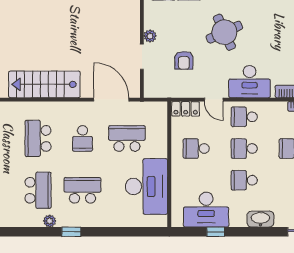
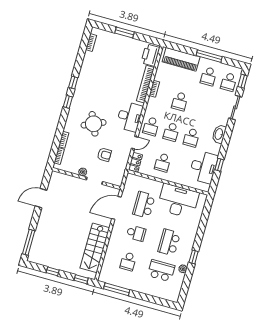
school desk: (38, 138) -> (128, 261), width x0.54

